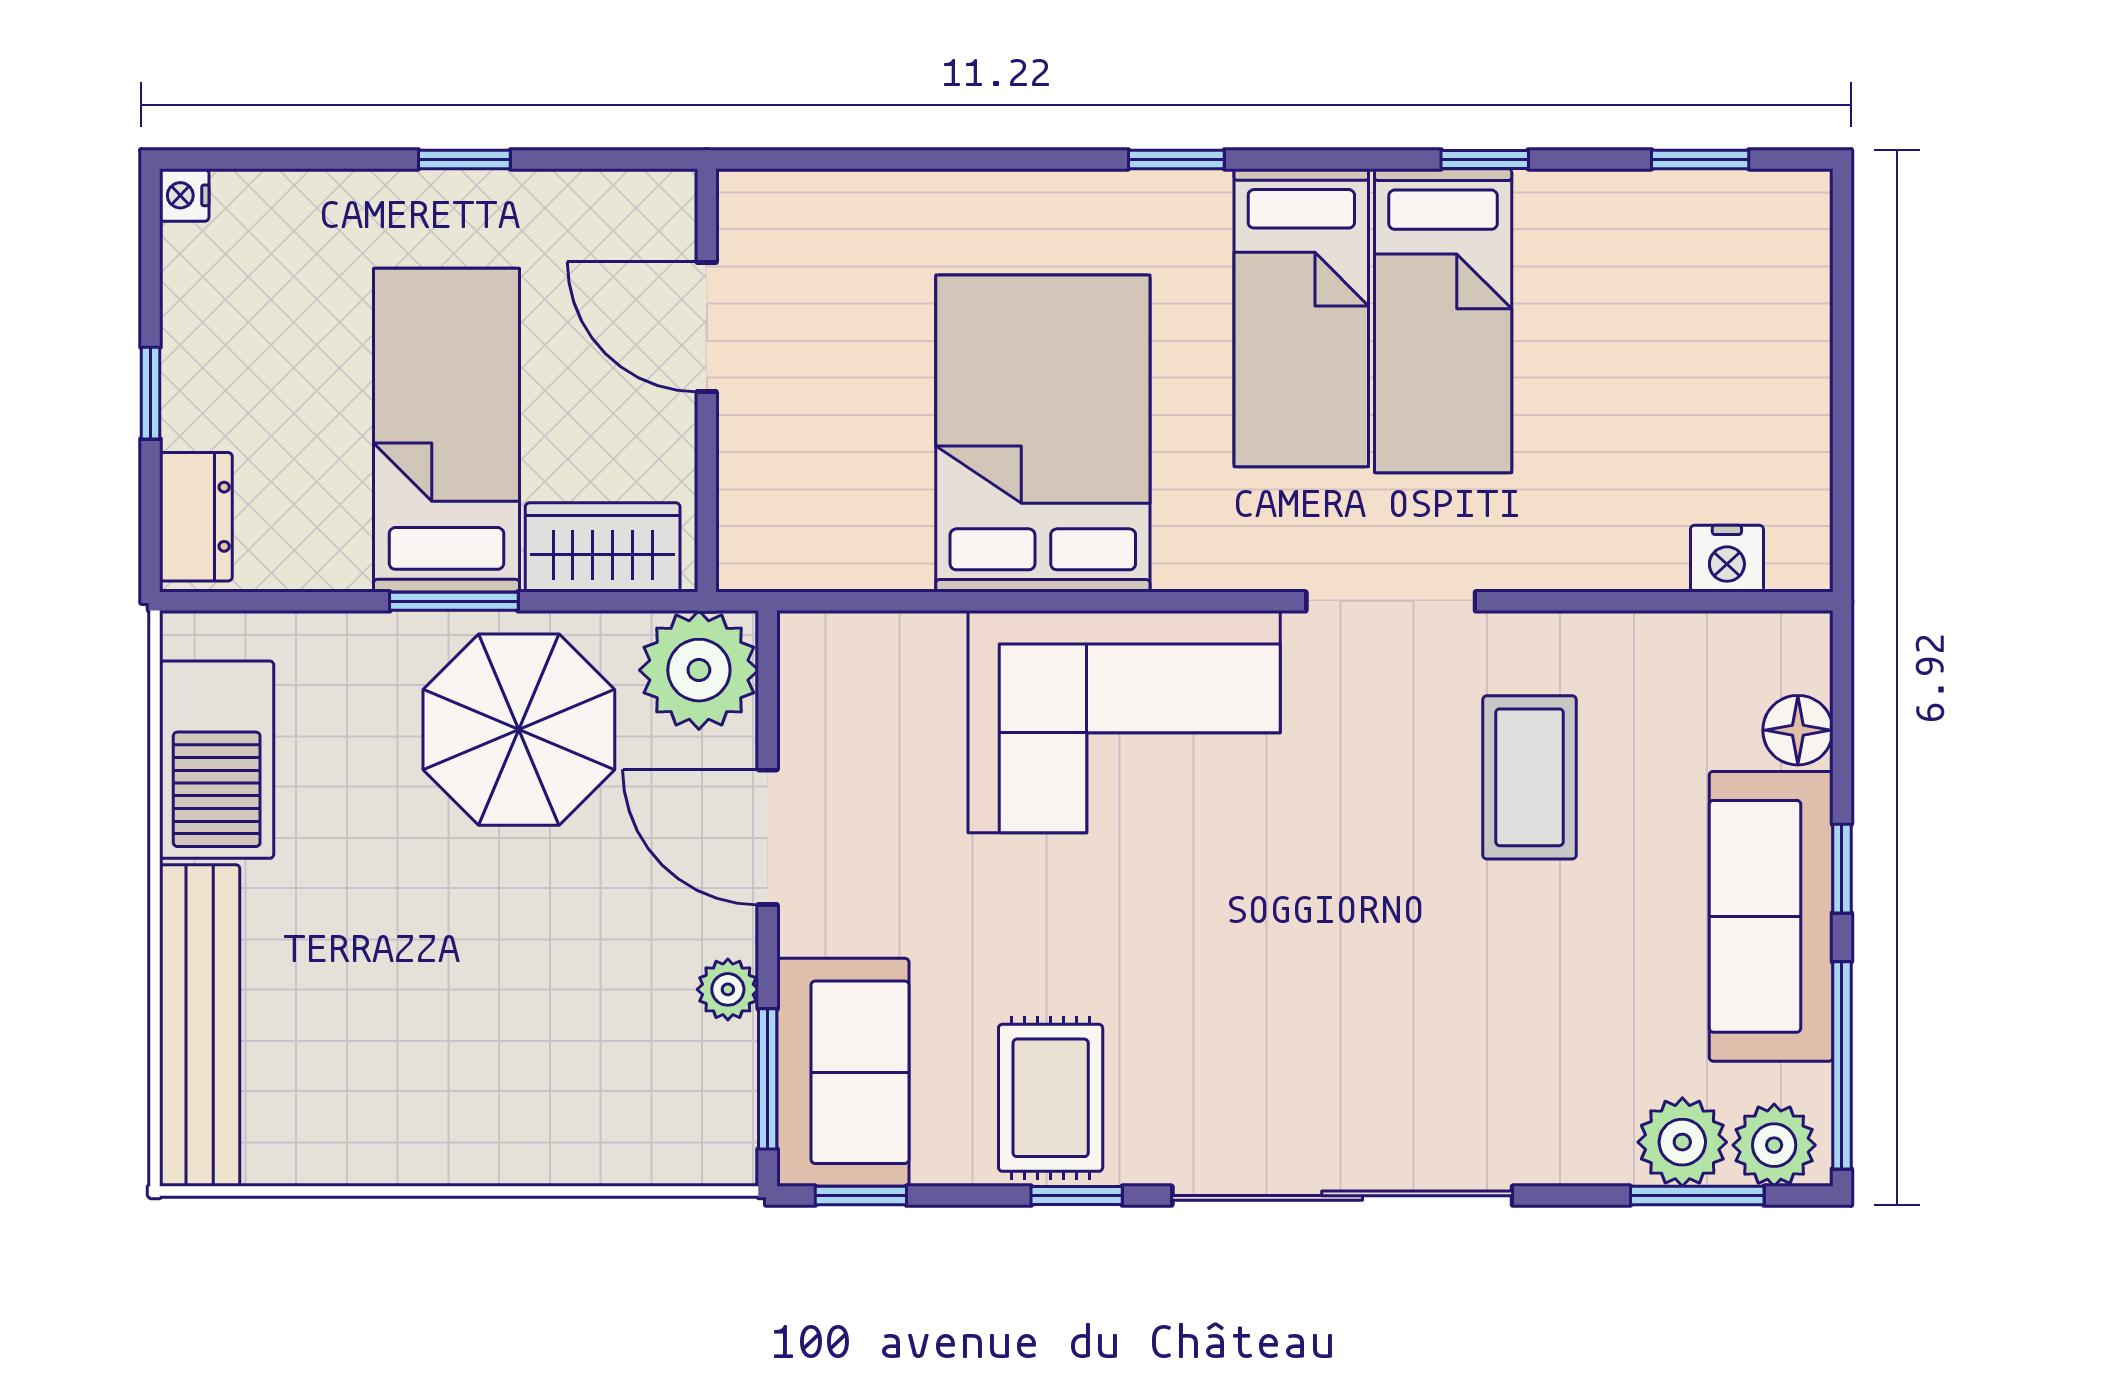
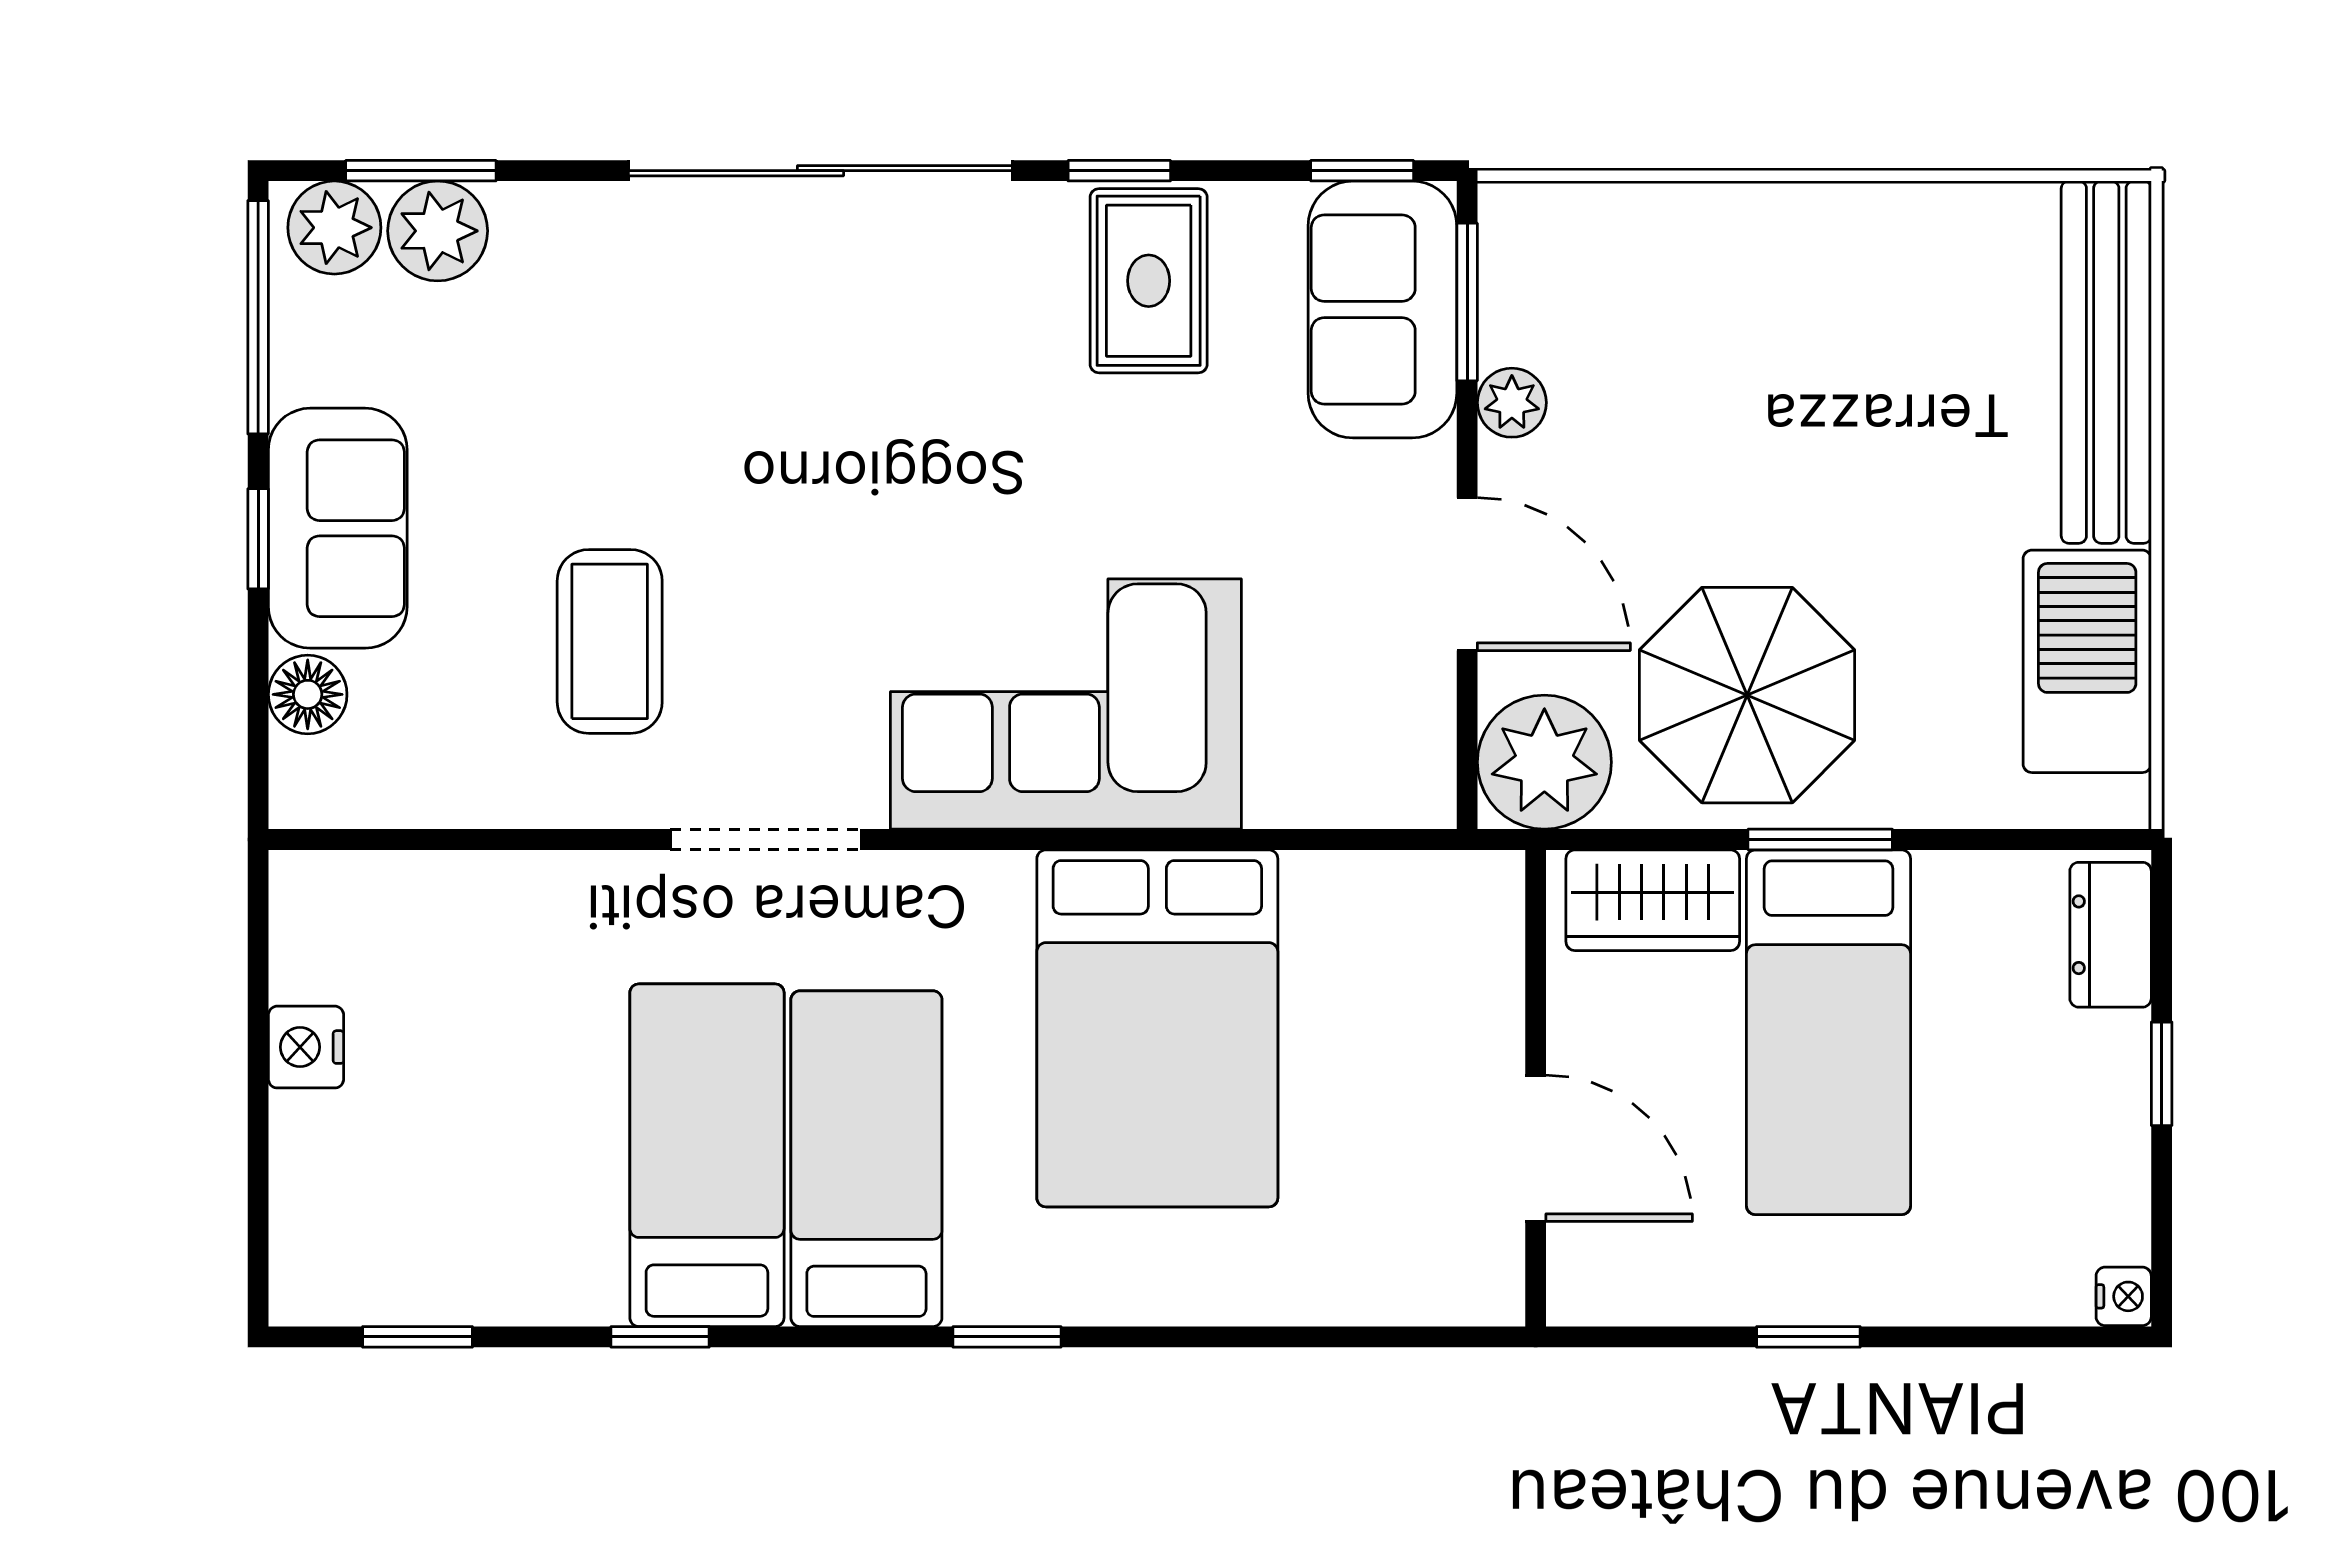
nightstand: (1727, 559) -> (306, 1047), moved, turned -90
sofa: (1771, 916) -> (338, 528), width x0.73

